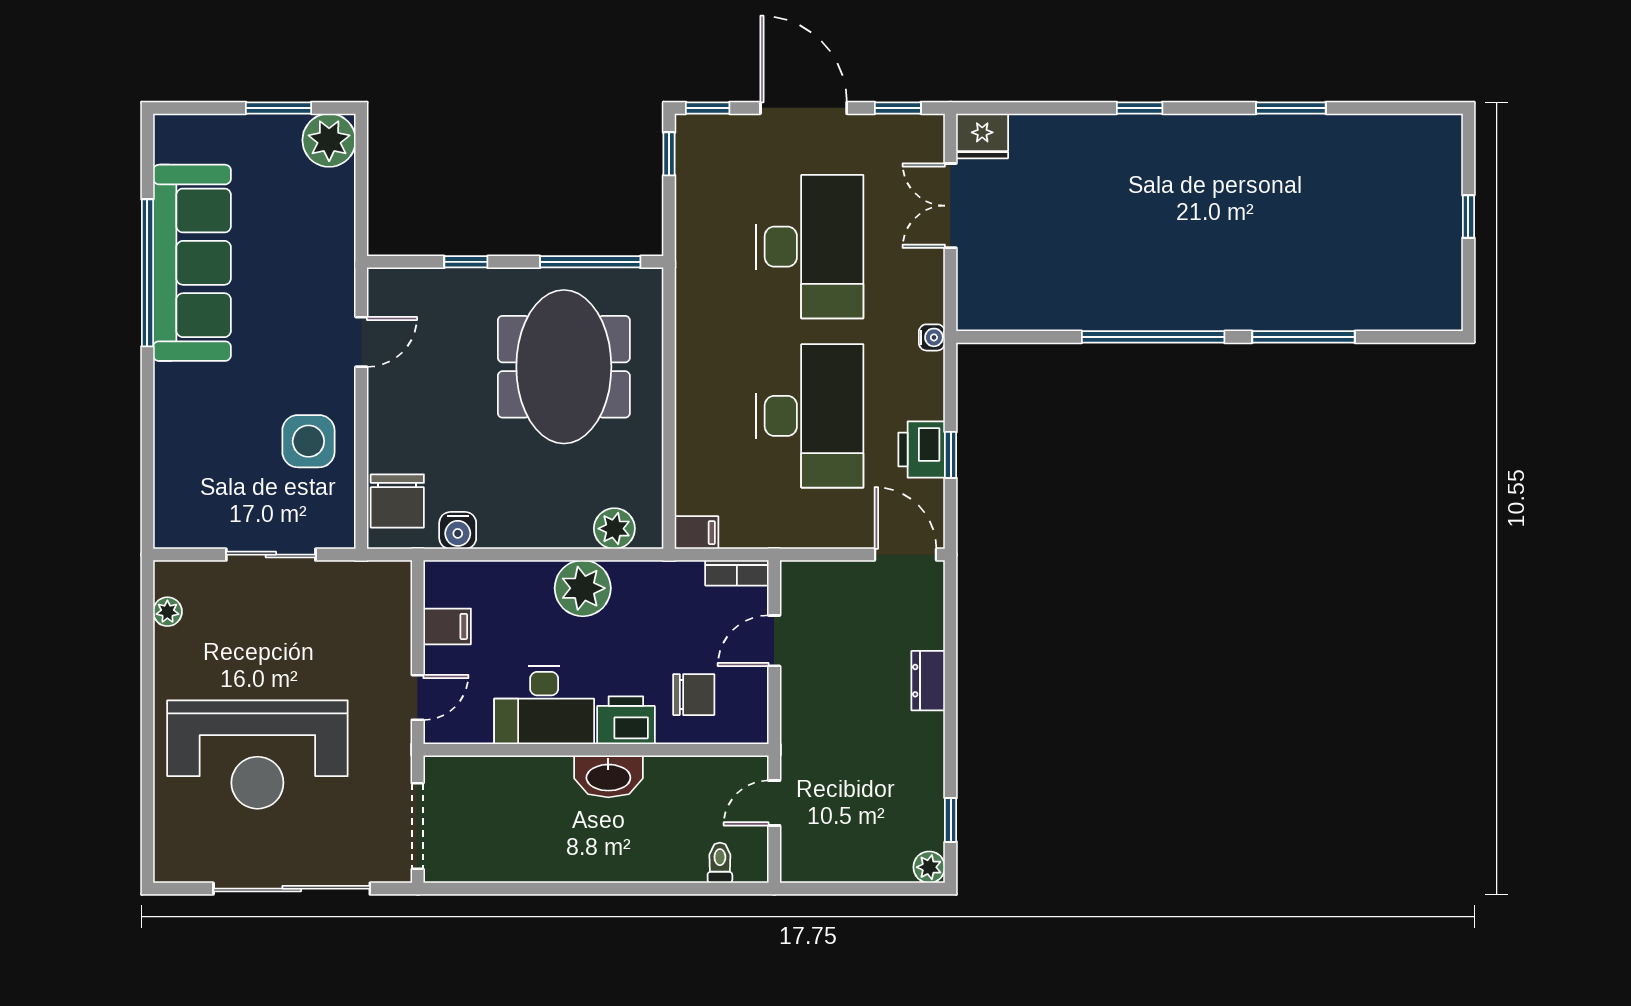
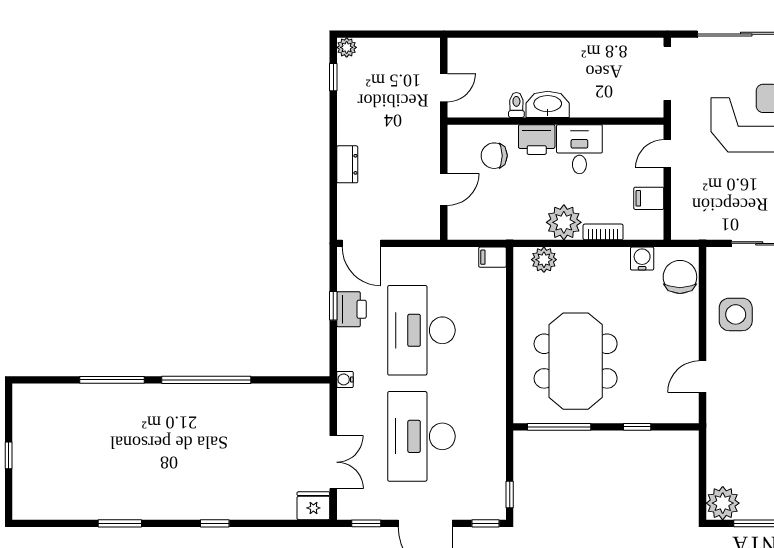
bookcase: (737, 573) -> (603, 232), moved
desk: (544, 705) -> (579, 149), width x0.73
toilet: (720, 863) -> (516, 105), moved, turned 180

